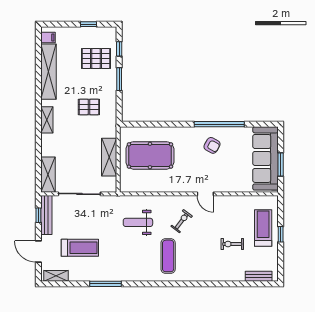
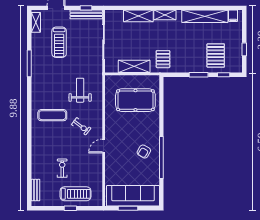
pallet: (89, 107) -> (163, 59), moved
pool table: (150, 155) -> (135, 100), turned 90
shelving: (48, 175) -> (138, 16), moved

